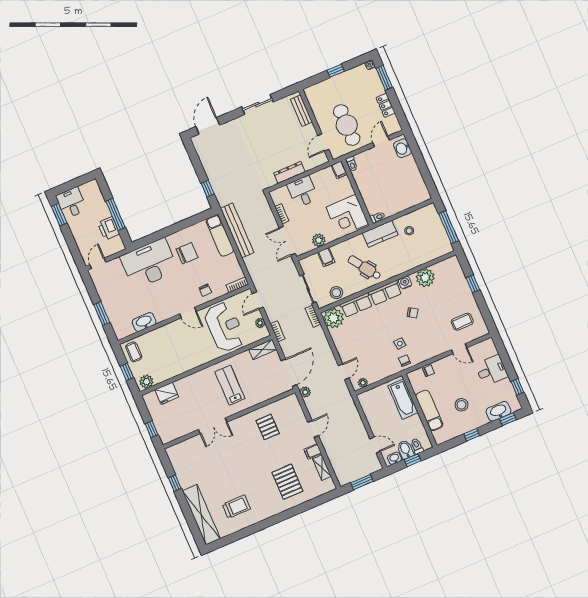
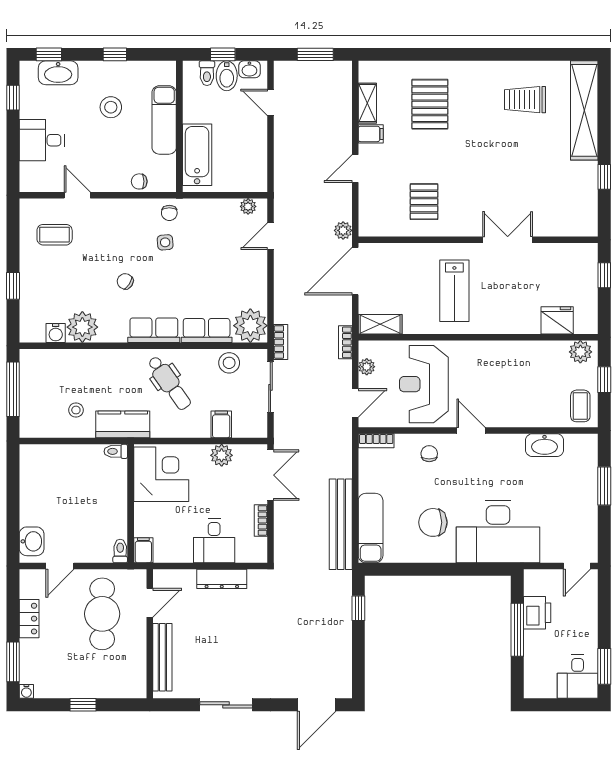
bench: (301, 111) -> (162, 657), width x1.36
water cooler: (405, 282) -> (56, 333), moved

